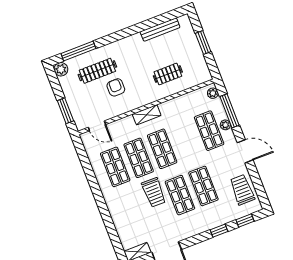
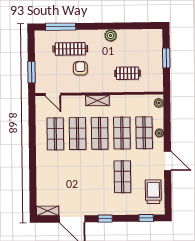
bench: (160, 30) -> (135, 34), removed
plant: (61, 69) -> (111, 36), moved
window: (230, 111) -> (167, 123), removed
trolley: (154, 192) -> (79, 167), removed
shop shelf: (180, 195) -> (122, 133), moved
window: (219, 231) -> (105, 219), moved

